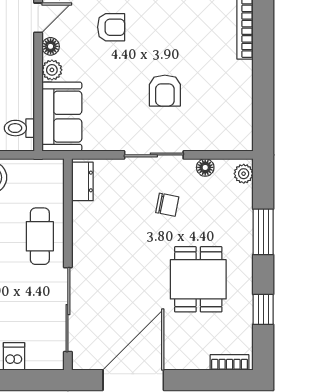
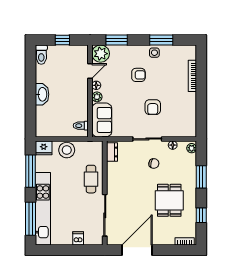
armchair: (111, 27) -> (138, 75), moved

